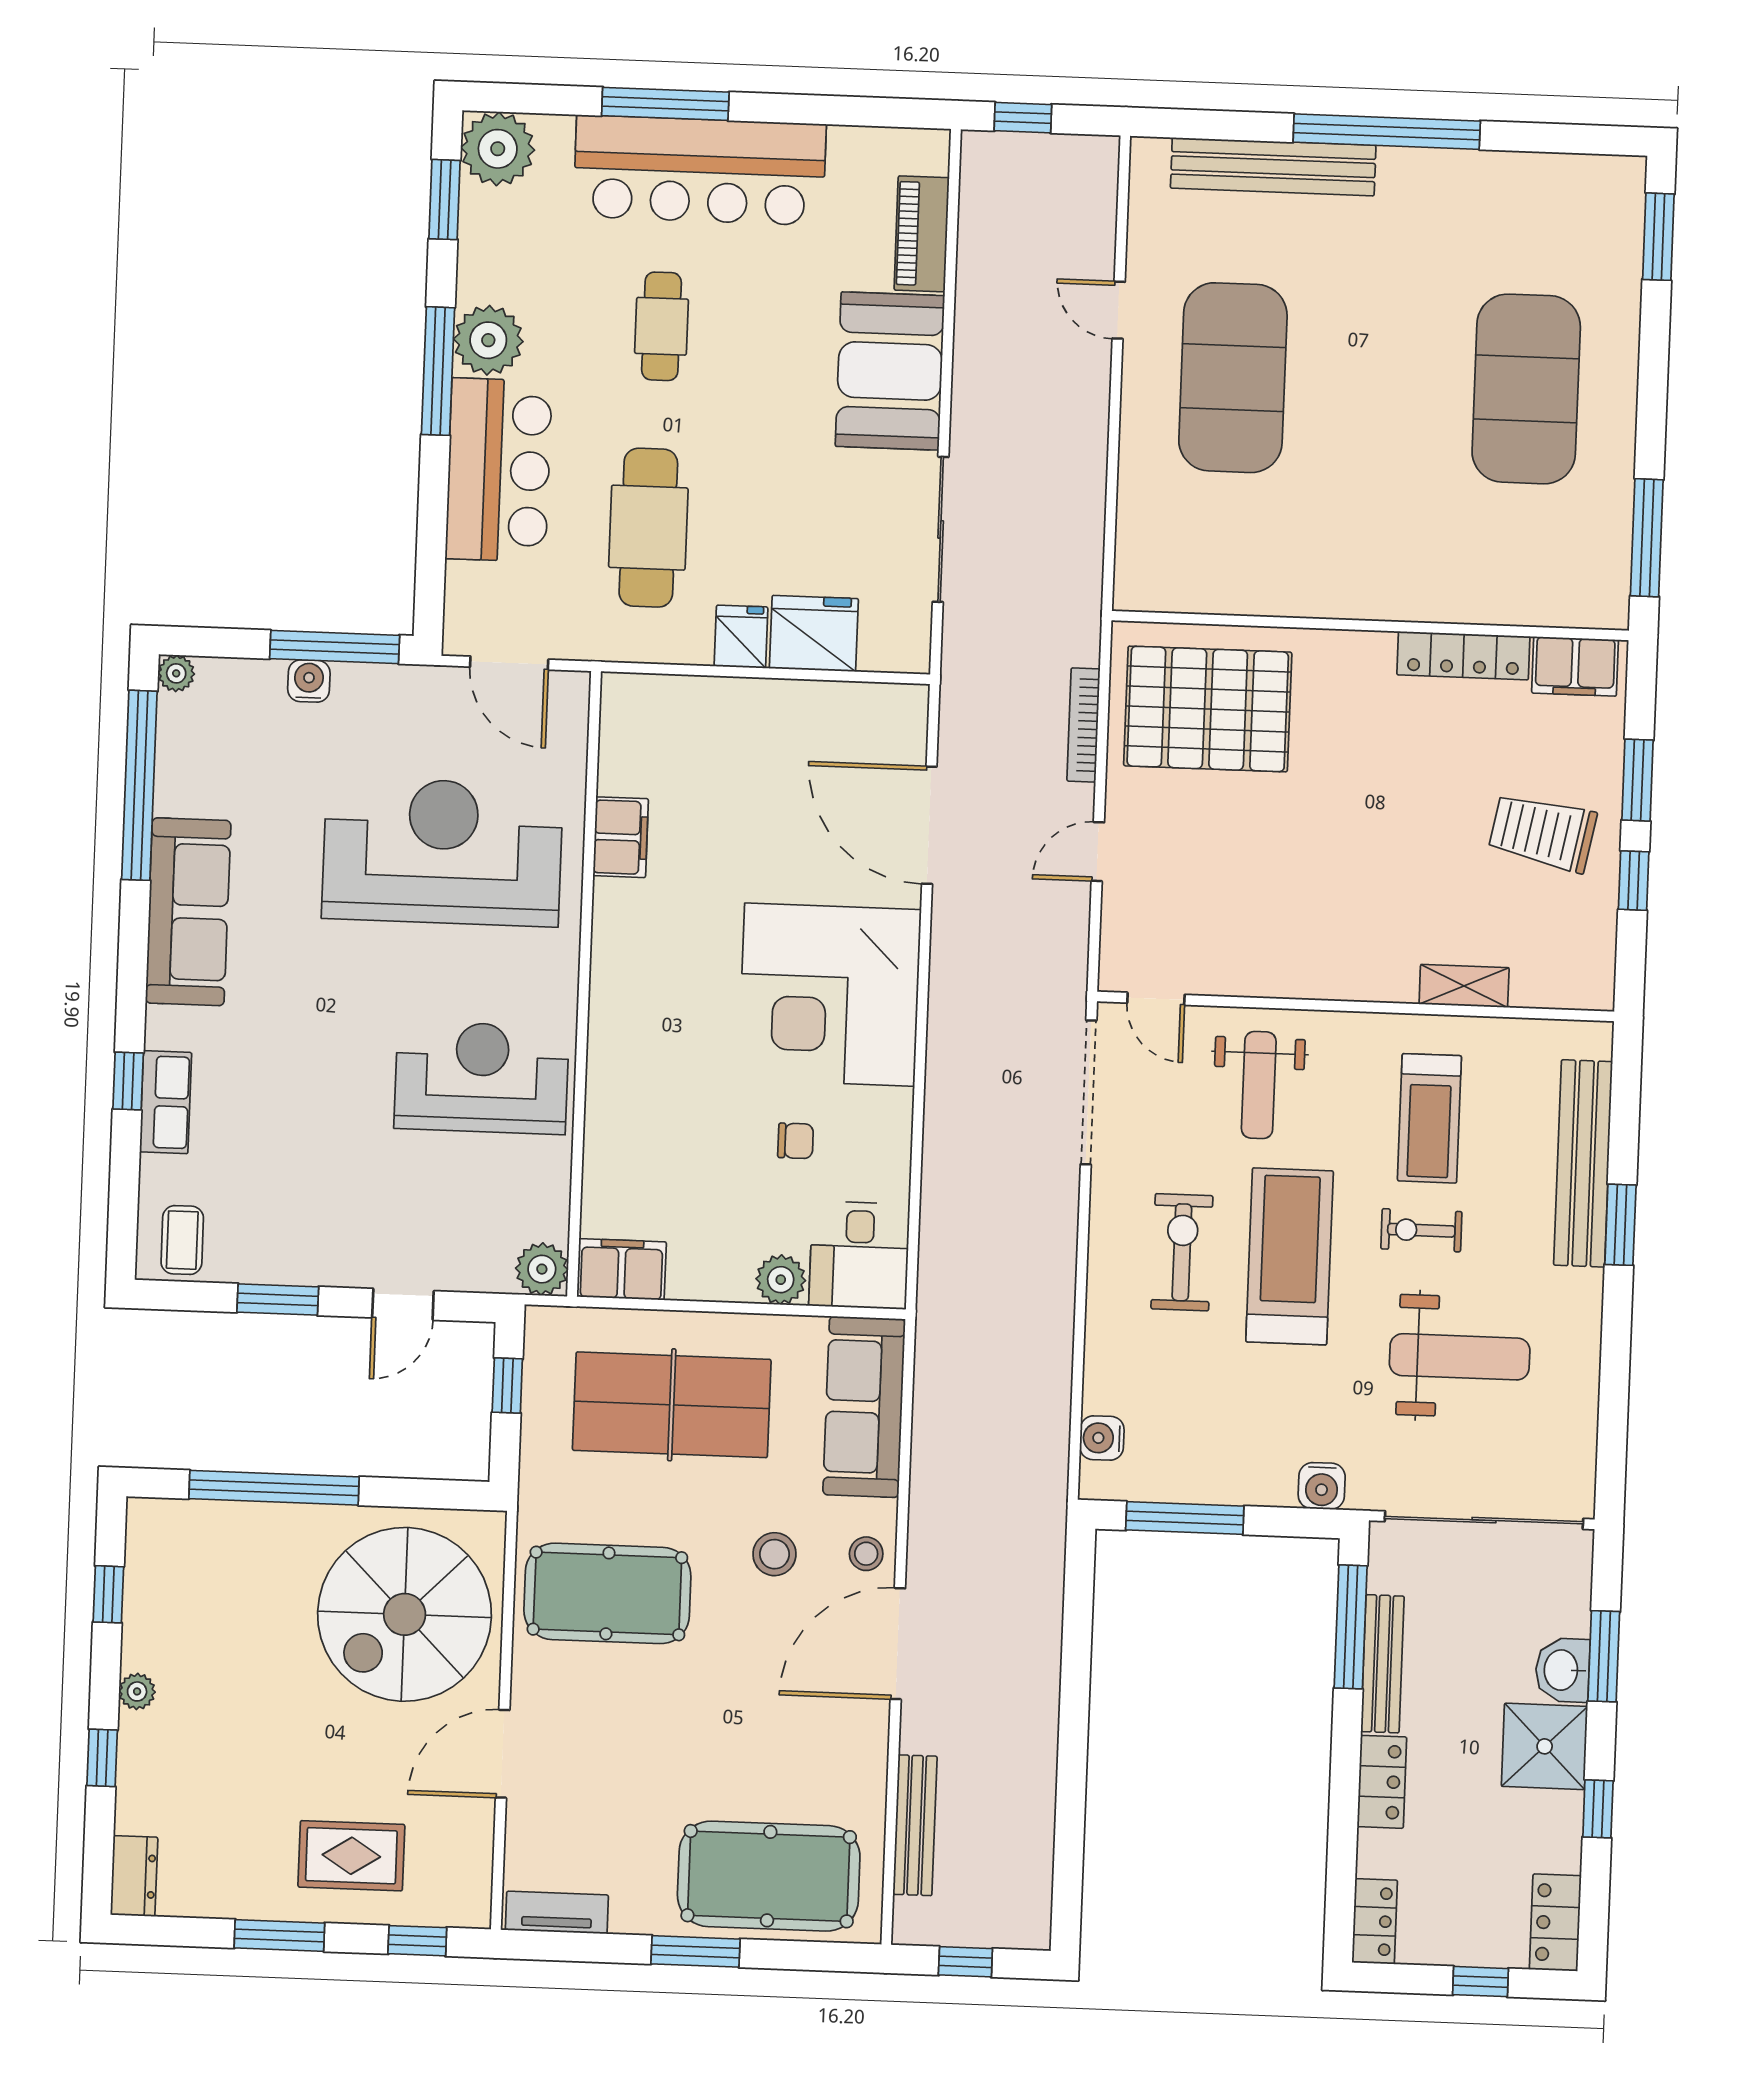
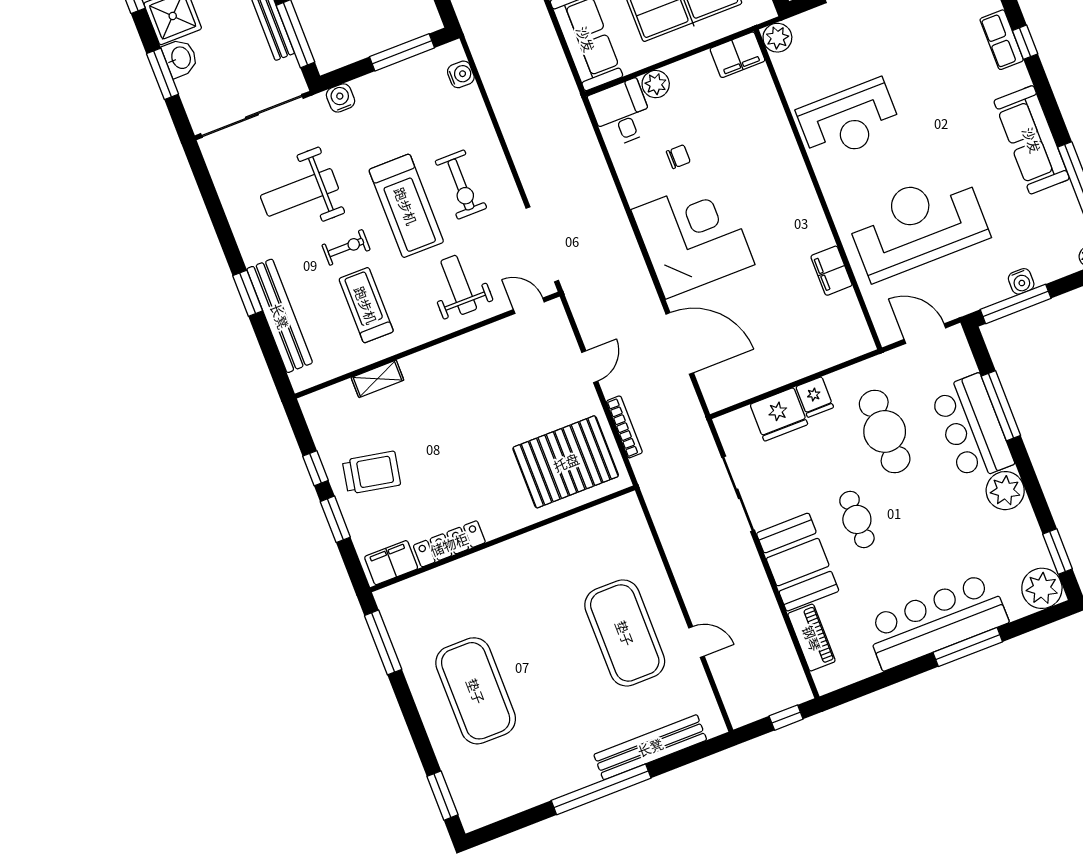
cafe table: (662, 326) -> (857, 519), moved
window: (438, 371) -> (1001, 406), moved
reception desk: (442, 852) -> (917, 225), turned 180
chair: (796, 1141) -> (678, 157), turned 180

